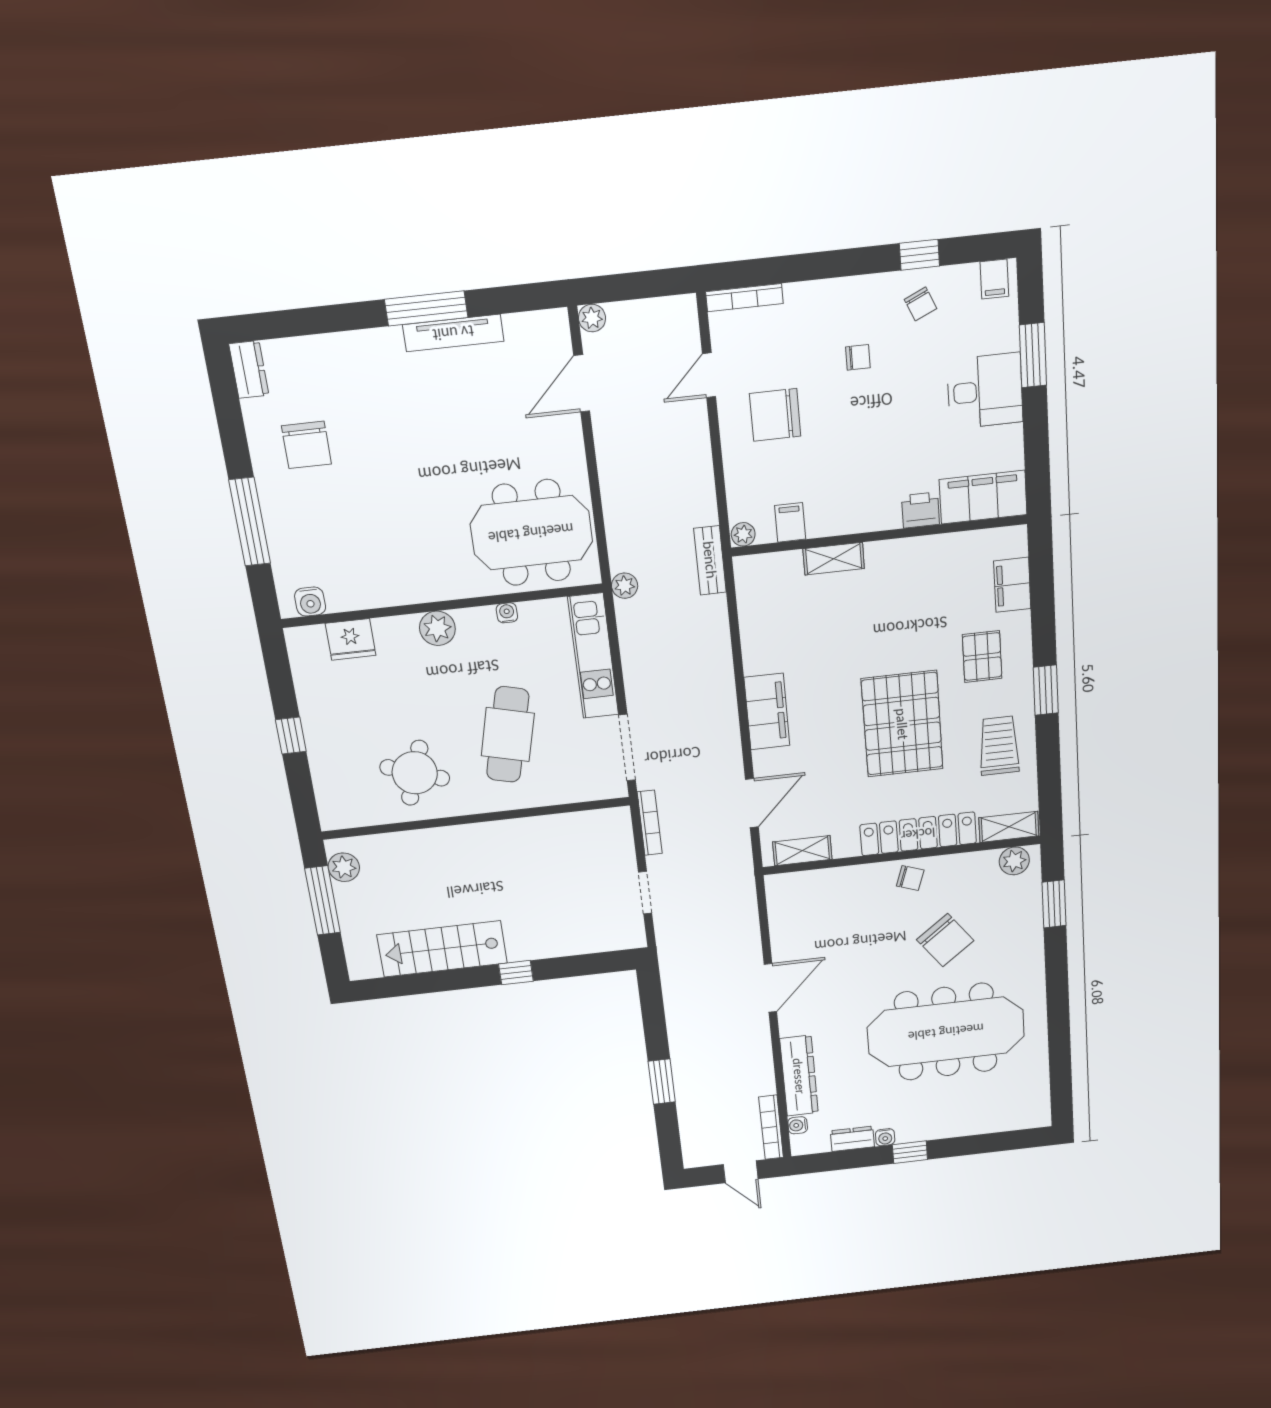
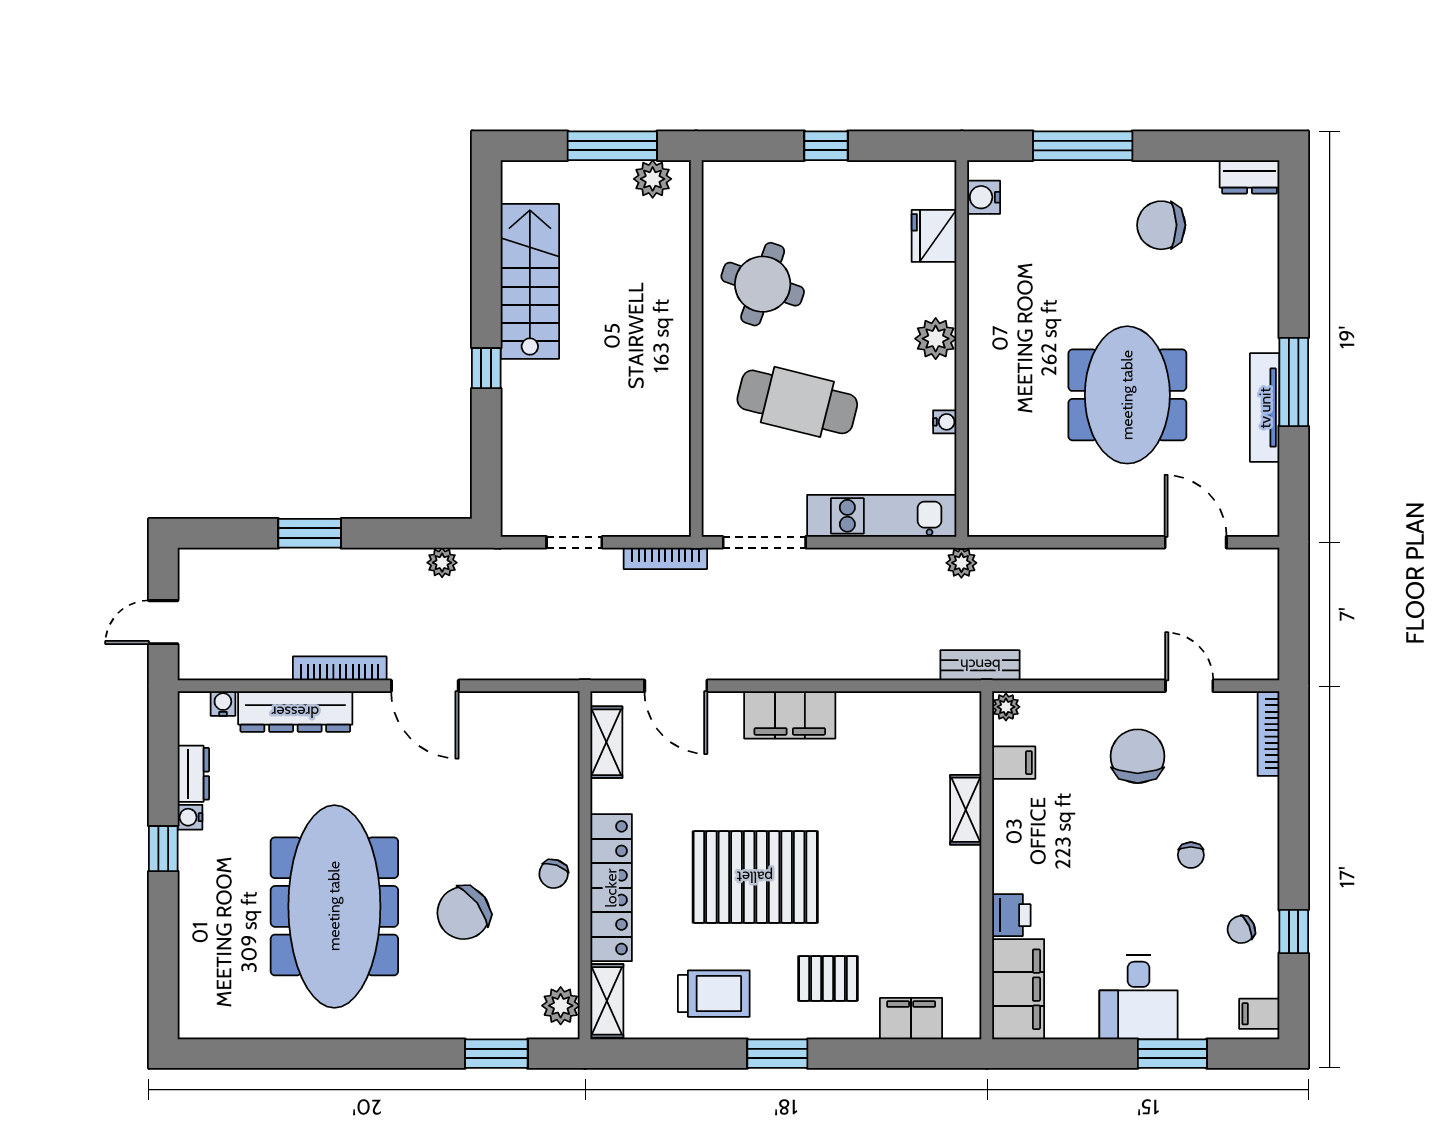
plant: (592, 318) -> (442, 563), moved
meeting table: (531, 533) -> (1127, 395), moved
bookcase: (771, 1127) -> (340, 668), moved

